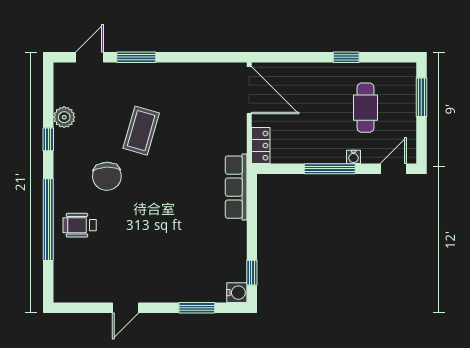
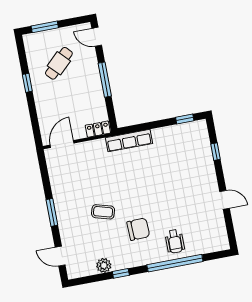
window: (136, 57) -> (52, 212), moved
door: (249, 90) -> (62, 144), width x0.73
cafe table: (366, 108) -> (59, 63), turned -44
coffee table: (141, 131) -> (103, 212), width x0.73, depth x0.77
water cooler: (354, 157) -> (94, 65), removed
water cooler: (237, 293) -> (200, 127), removed
window: (197, 308) -> (215, 152), width x0.67

